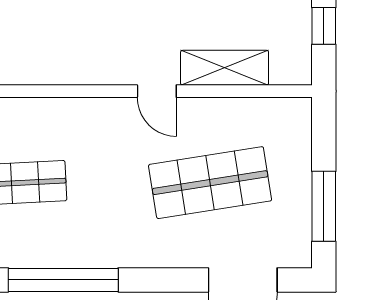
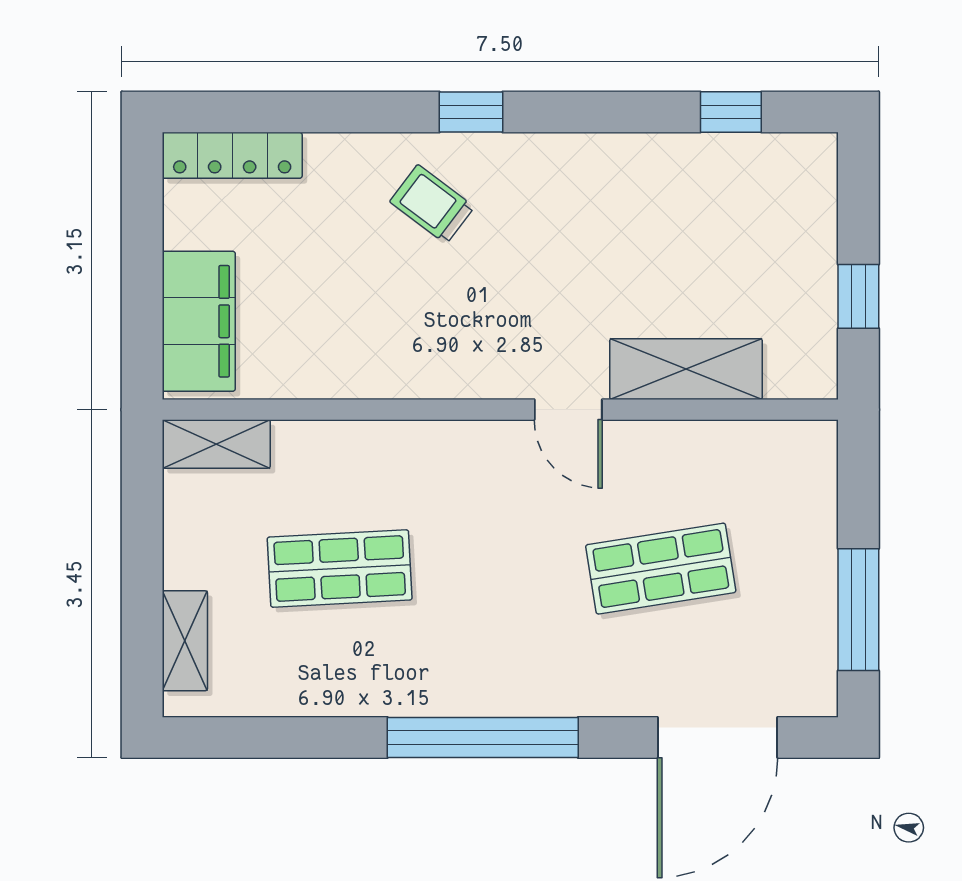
shop shelf: (210, 183) -> (661, 569), width x0.70, depth x0.74
window: (63, 280) -> (483, 738), moved

